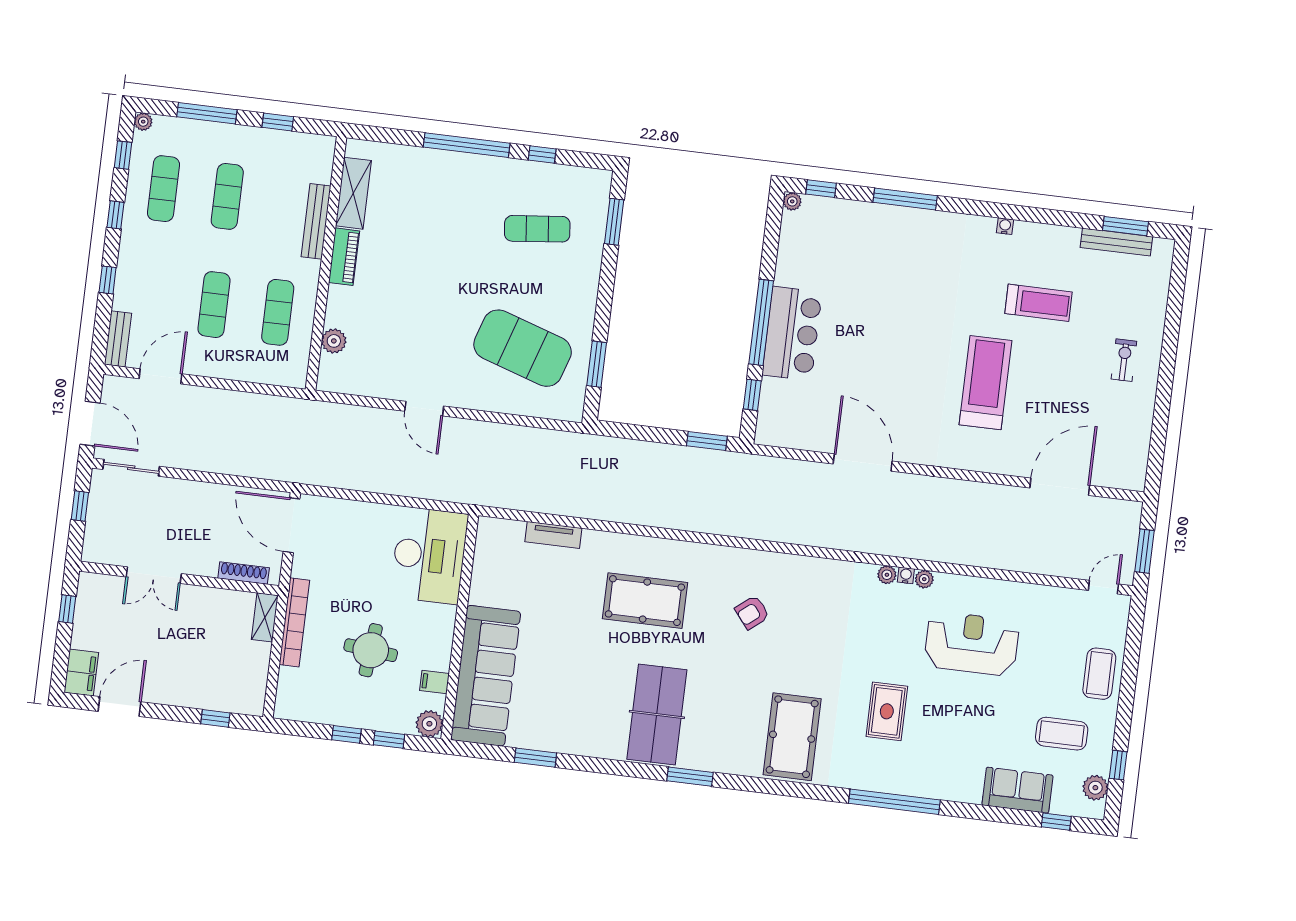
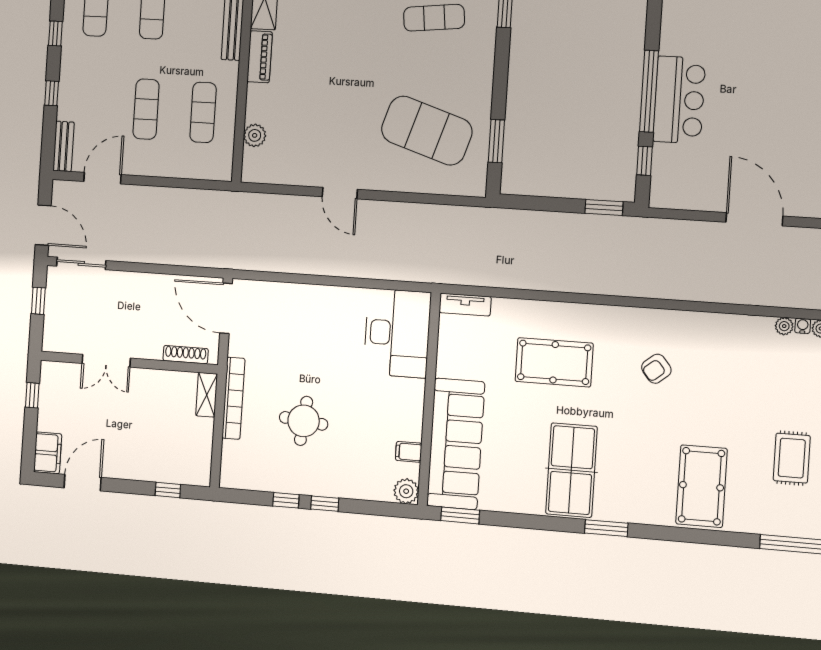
desk: (429, 555) -> (397, 333), moved
wall: (460, 627) -> (429, 399), moved
sofa: (486, 676) -> (456, 444), moved
filing cabinet: (434, 682) -> (409, 452), moved
plant: (429, 724) -> (406, 491), moved

